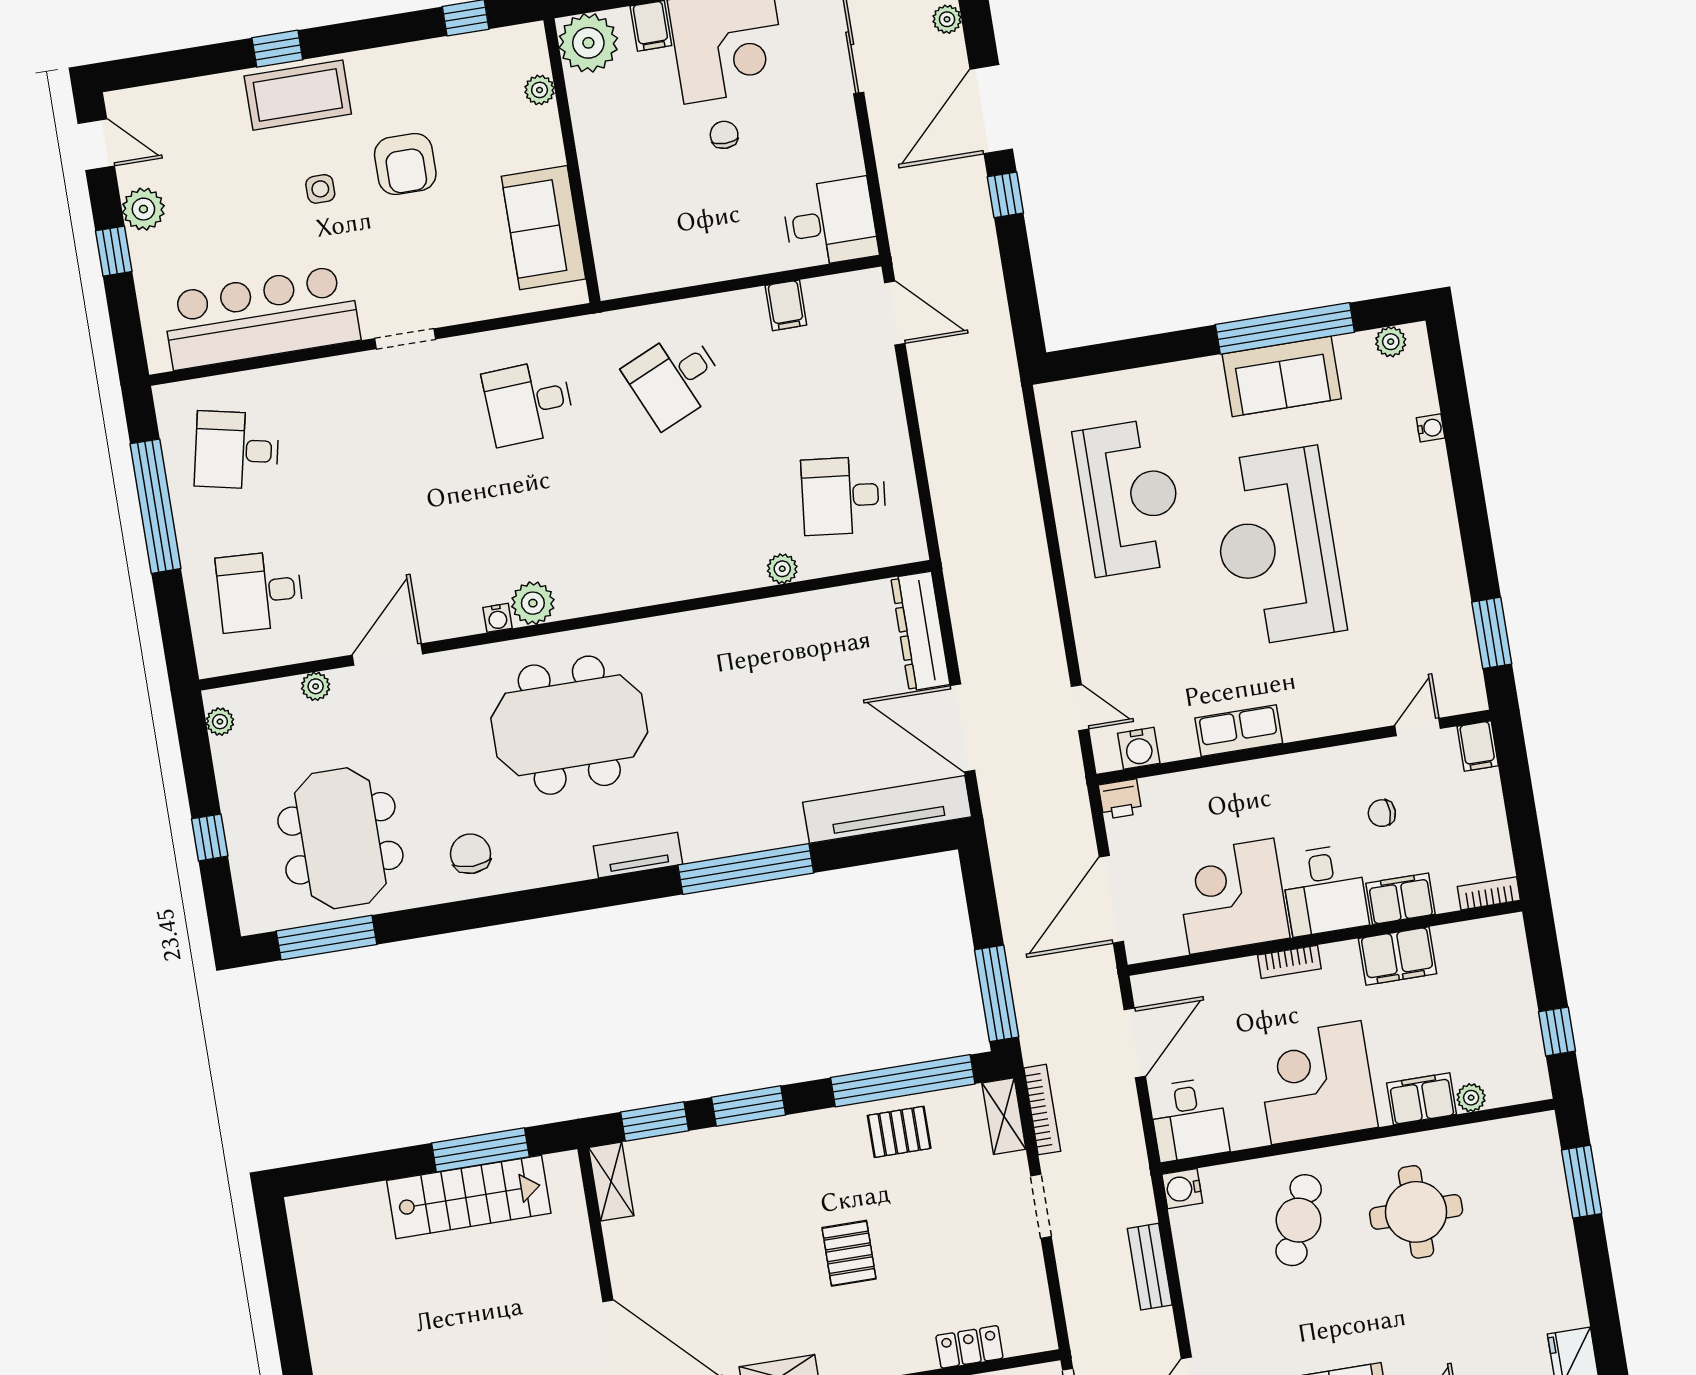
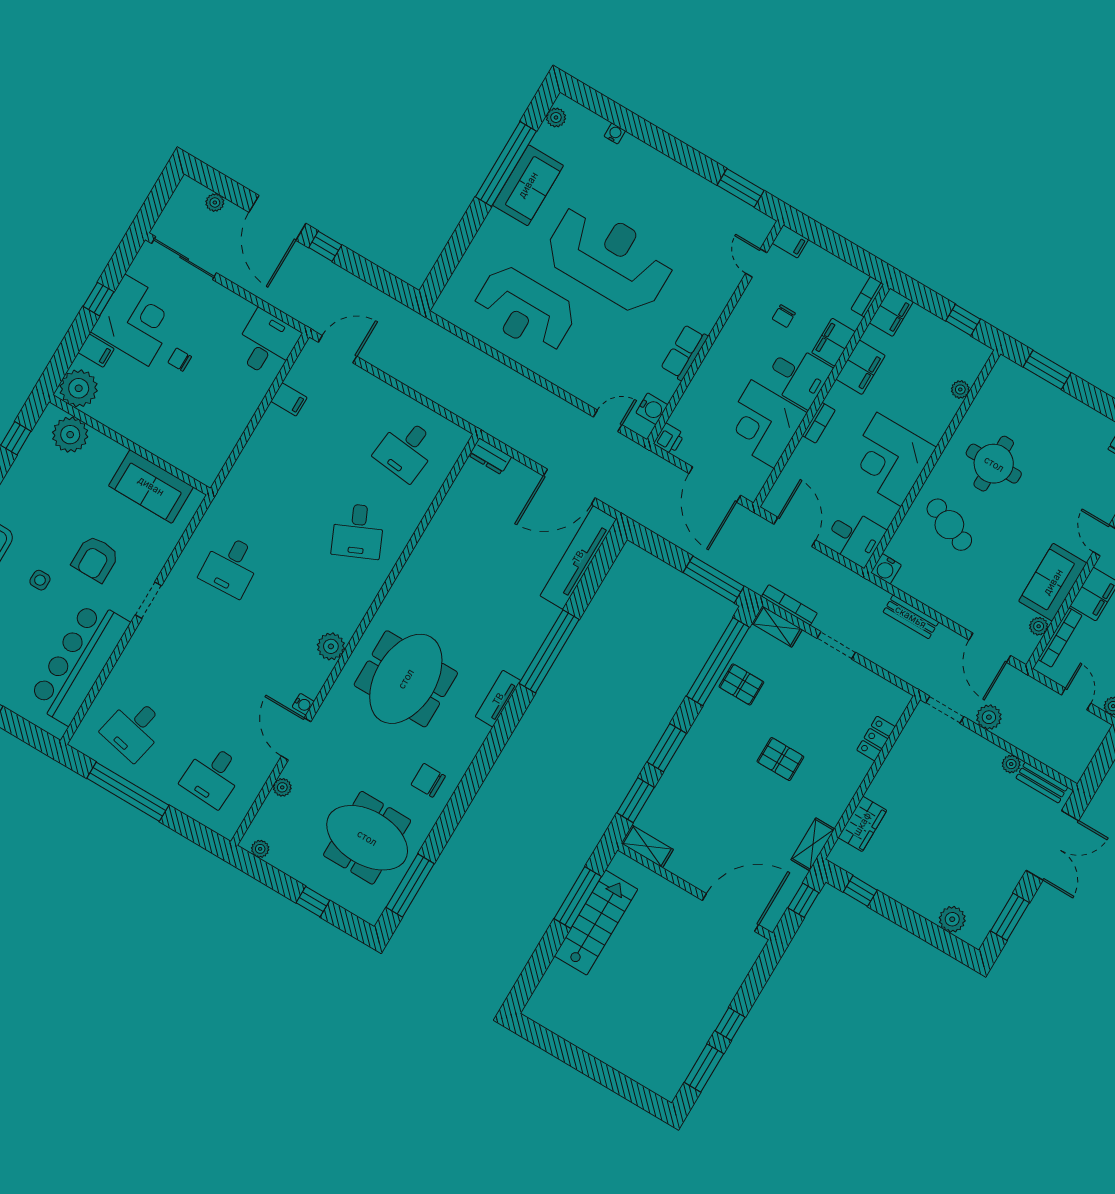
plant: (540, 90) -> (70, 435), width x1.87, depth x1.87
armchair: (405, 164) -> (95, 559), moved, turned 90
desk: (675, 378) -> (358, 531), moved
reception desk: (1129, 497) -> (525, 310), turned 180
reception desk: (1277, 546) -> (610, 258), turned 180
plant: (782, 569) -> (417, 510), removed
water cooler: (498, 618) -> (303, 704), moved
dresser: (920, 631) -> (490, 456), width x0.51, depth x0.80
filing cabinet: (1422, 1099) -> (891, 312), moved, turned 180
pallet: (899, 1132) -> (741, 684), turned 90

